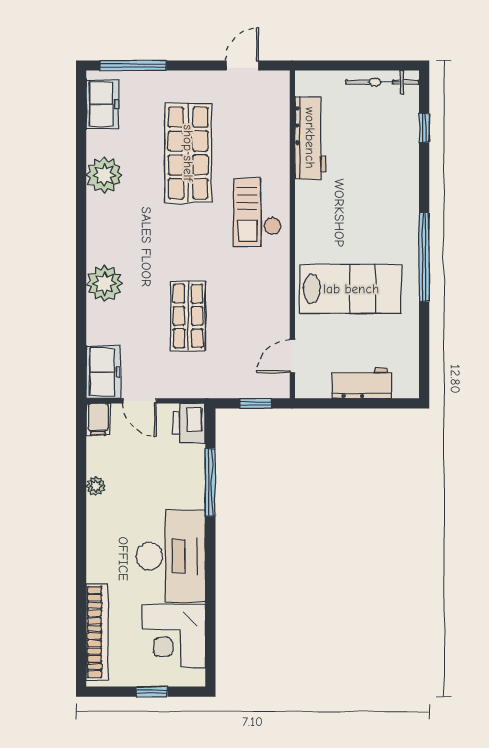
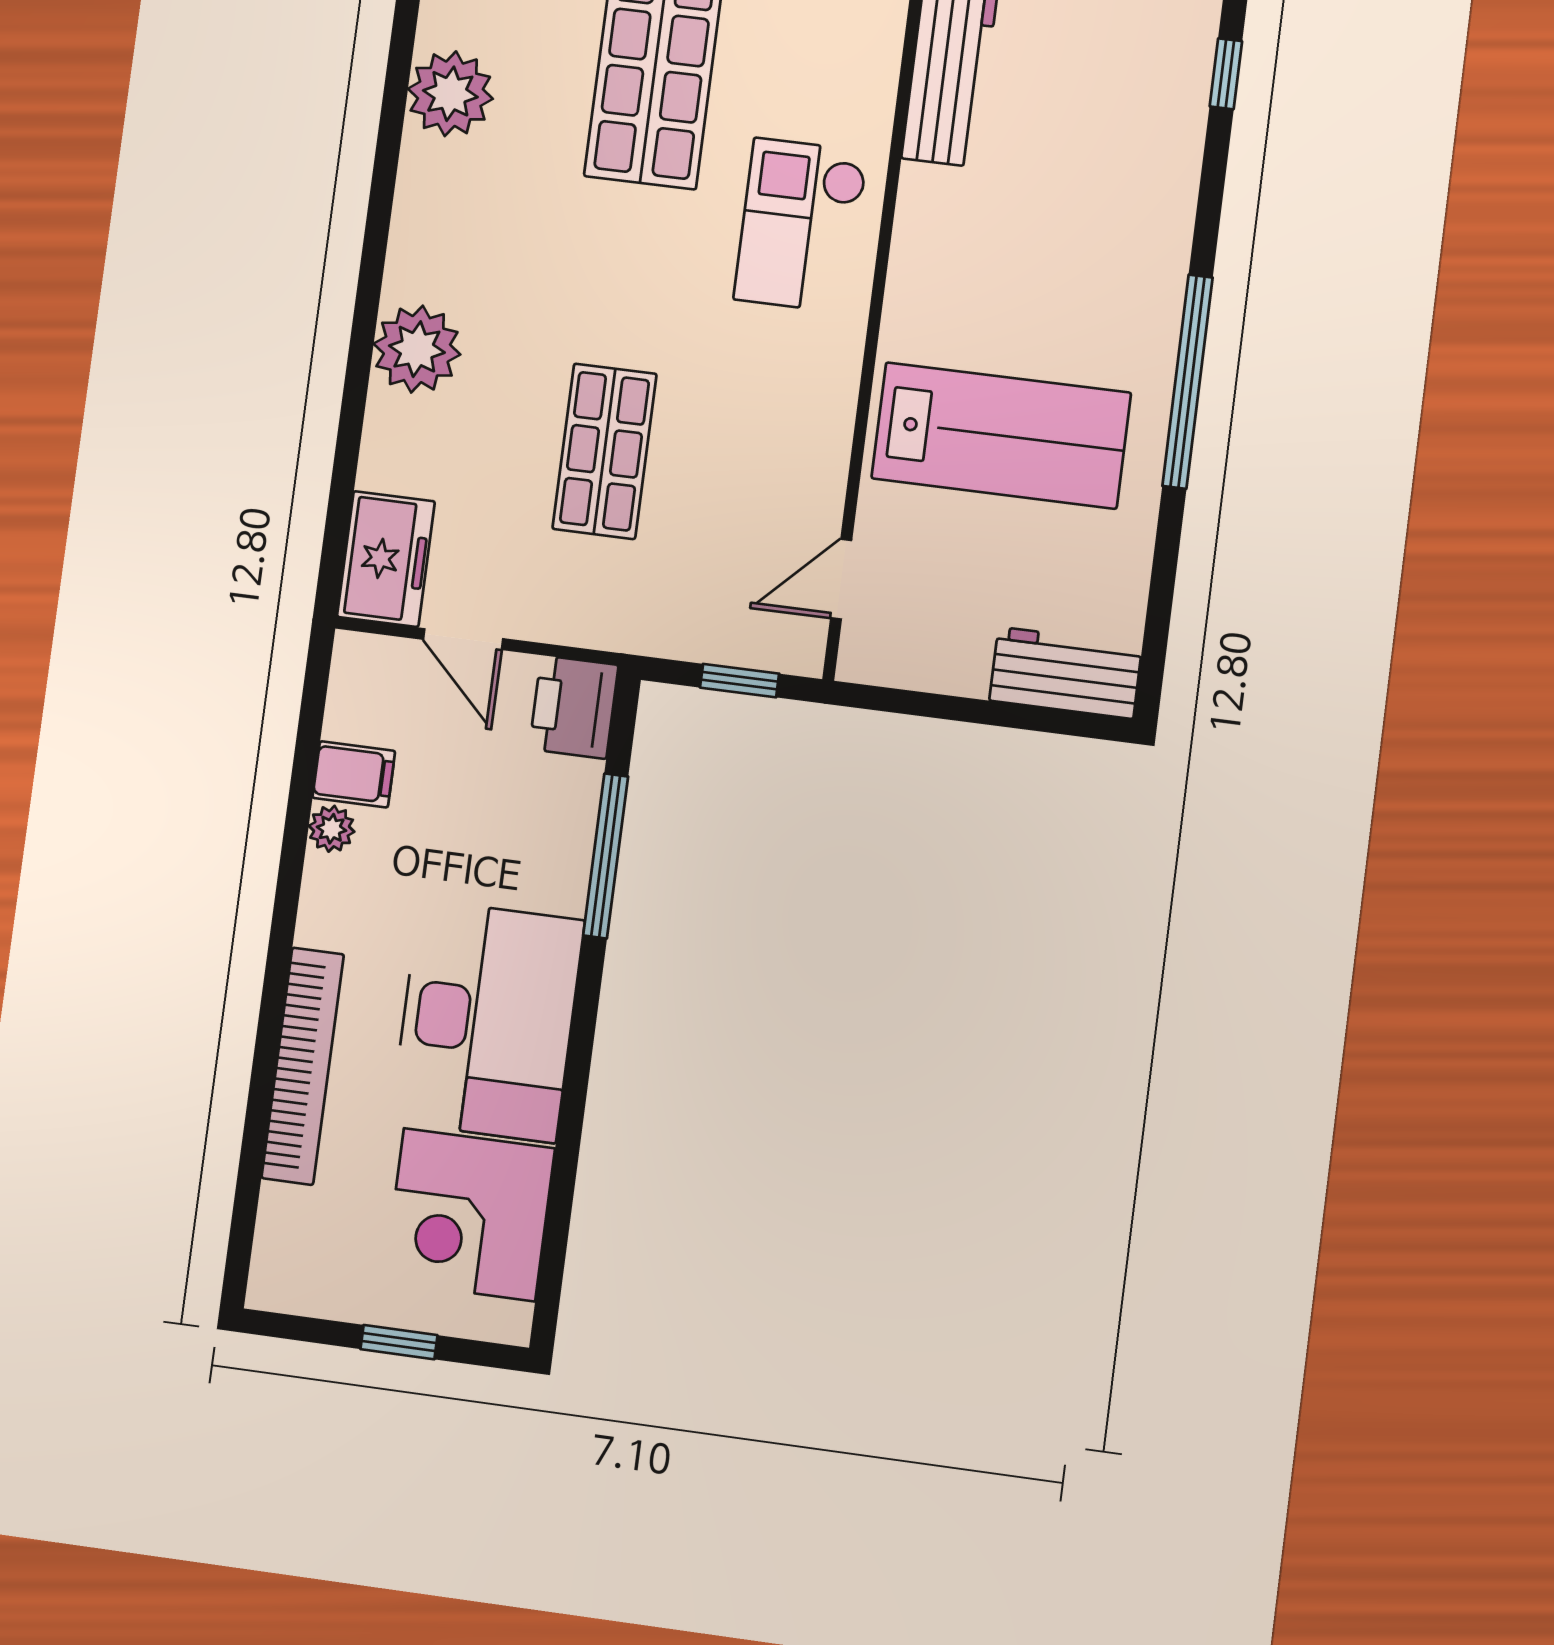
workbench: (362, 383) -> (1066, 673), moved
filing cabinet: (98, 419) -> (354, 774), moved, turned -90
bookcase: (97, 632) -> (303, 1066), moved

